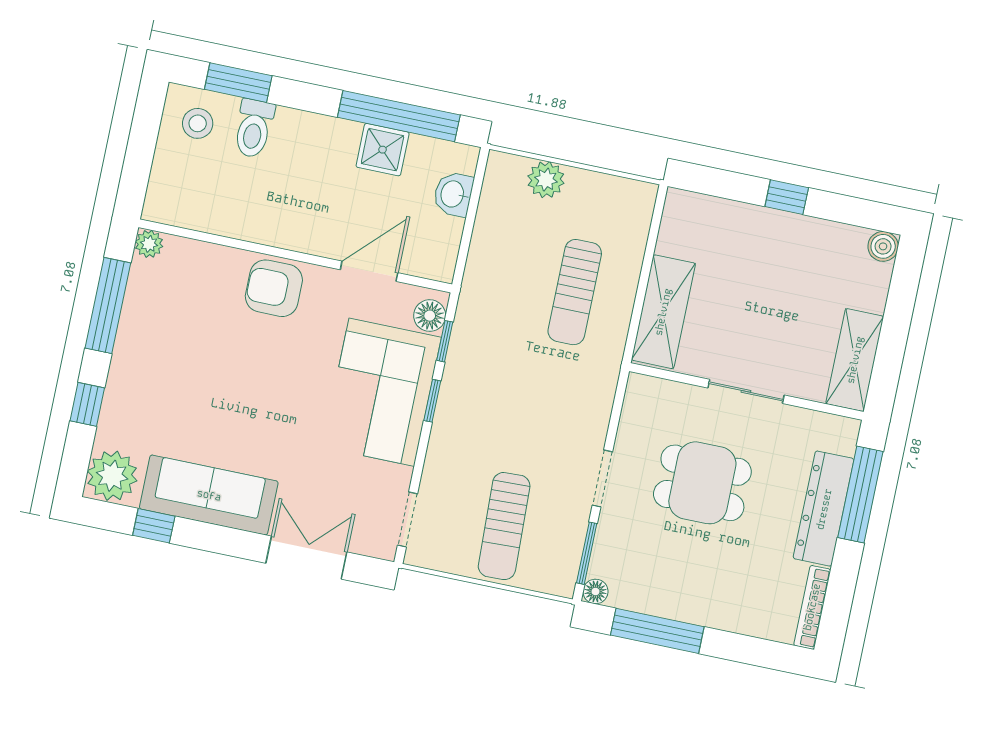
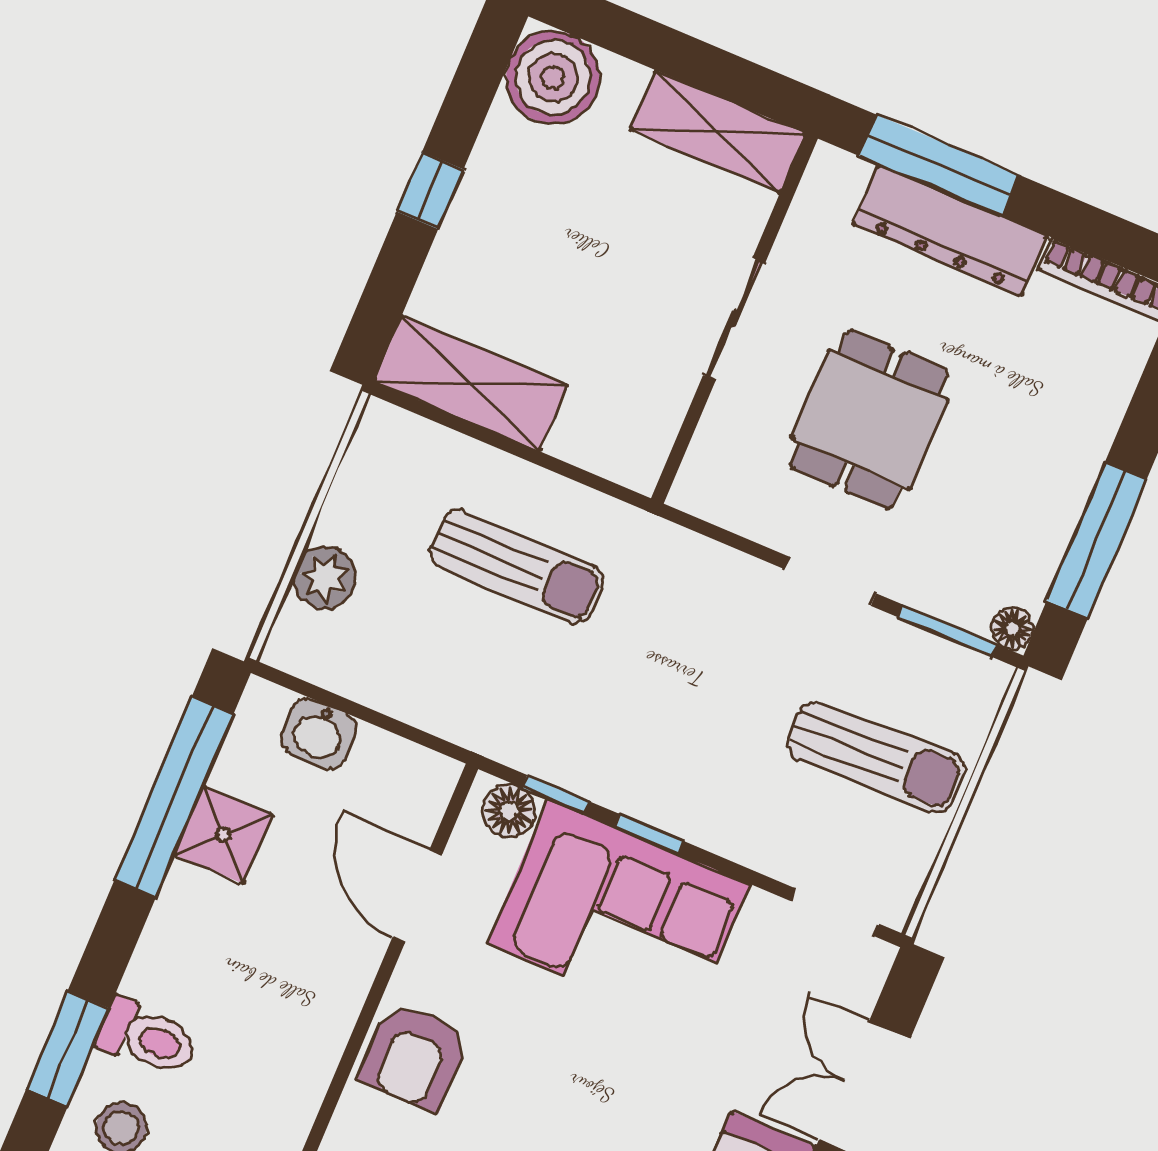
boiler: (883, 246) -> (553, 77), width x1.86, depth x1.86
shelving: (663, 312) -> (471, 383), moved

